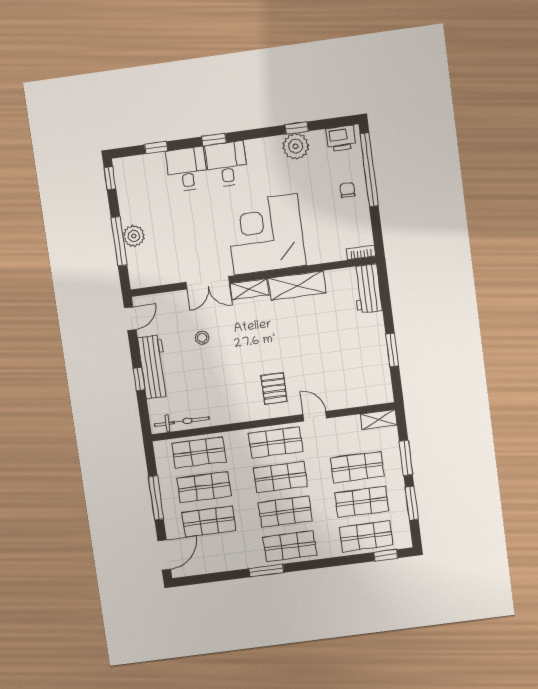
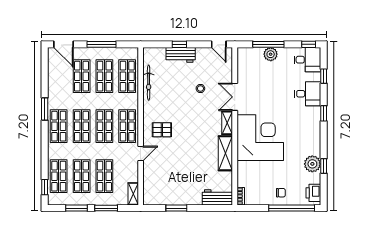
desk: (227, 164) -> (307, 60), moved
workbench: (154, 367) -> (181, 55), width x0.73
bicycle: (182, 422) -> (149, 83), moved

